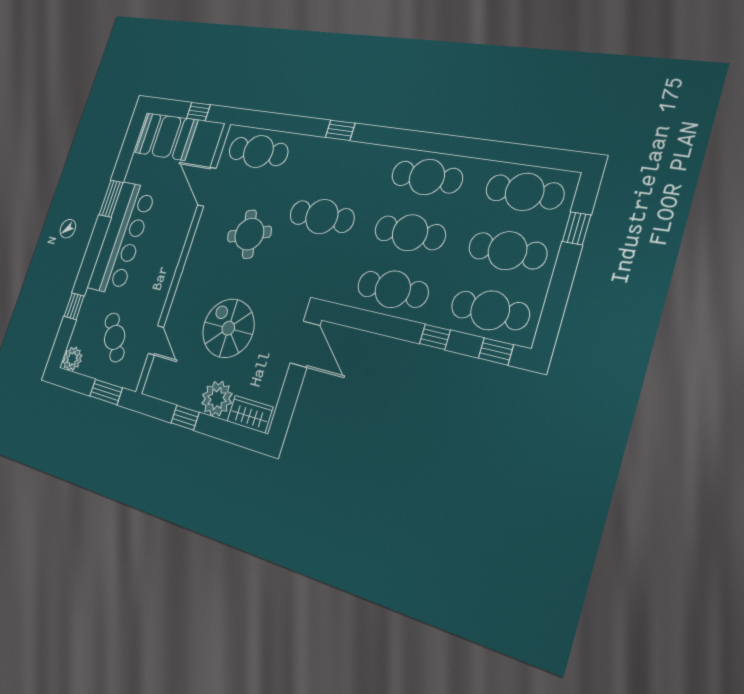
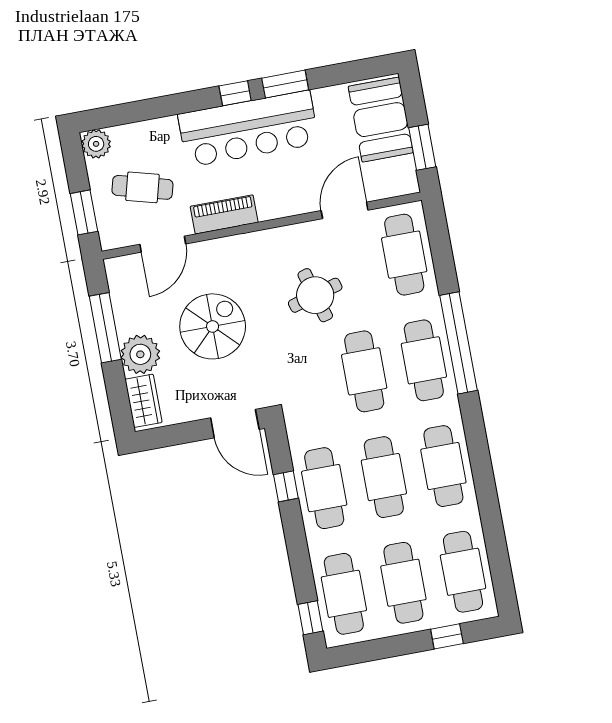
window: (198, 112) -> (422, 147), width x1.50
window: (340, 130) -> (459, 343), width x3.17
cafe table: (338, 164) -> (424, 360), added
piano: (162, 282) -> (224, 214), added
window: (74, 306) -> (235, 93), moved
cafe table: (115, 337) -> (142, 187), turned 48
window: (435, 337) -> (286, 486), moved
door: (156, 340) -> (163, 244), width x1.38
door: (305, 344) -> (235, 424), hinge flipped
window: (185, 418) -> (105, 328), width x2.17

